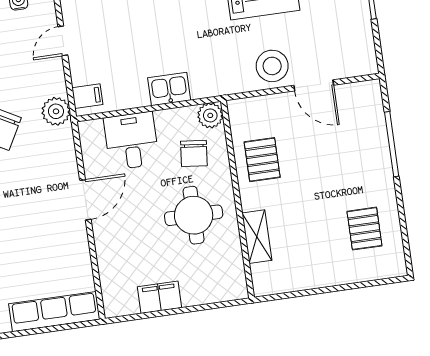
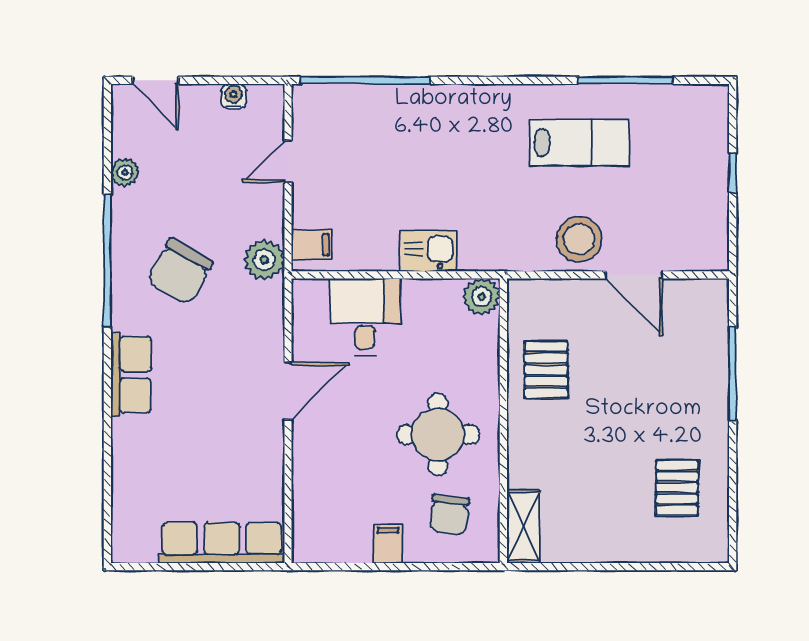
chair: (194, 153) -> (449, 515), moved
shelving: (257, 237) -> (523, 527), moved
filing cabinet: (160, 297) -> (388, 544), width x0.50

